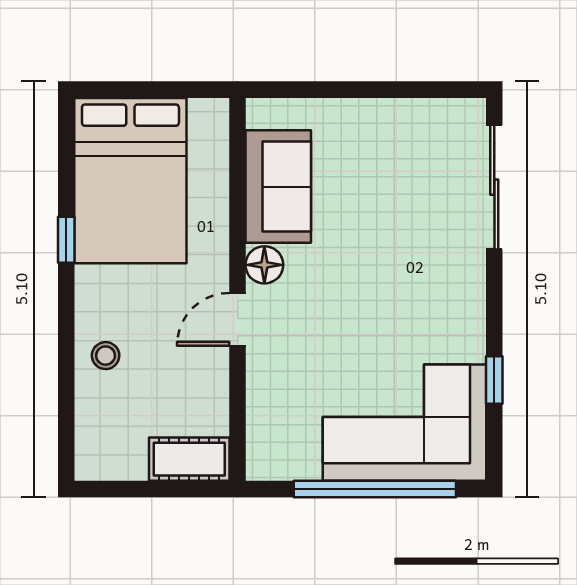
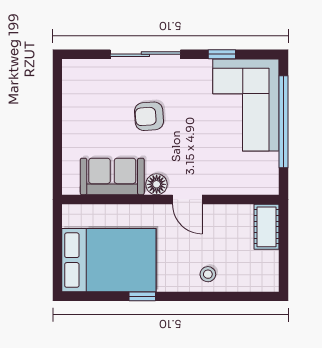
sliding door: (494, 187) -> (145, 54), moved
armchair: (385, 252) -> (149, 116), added

